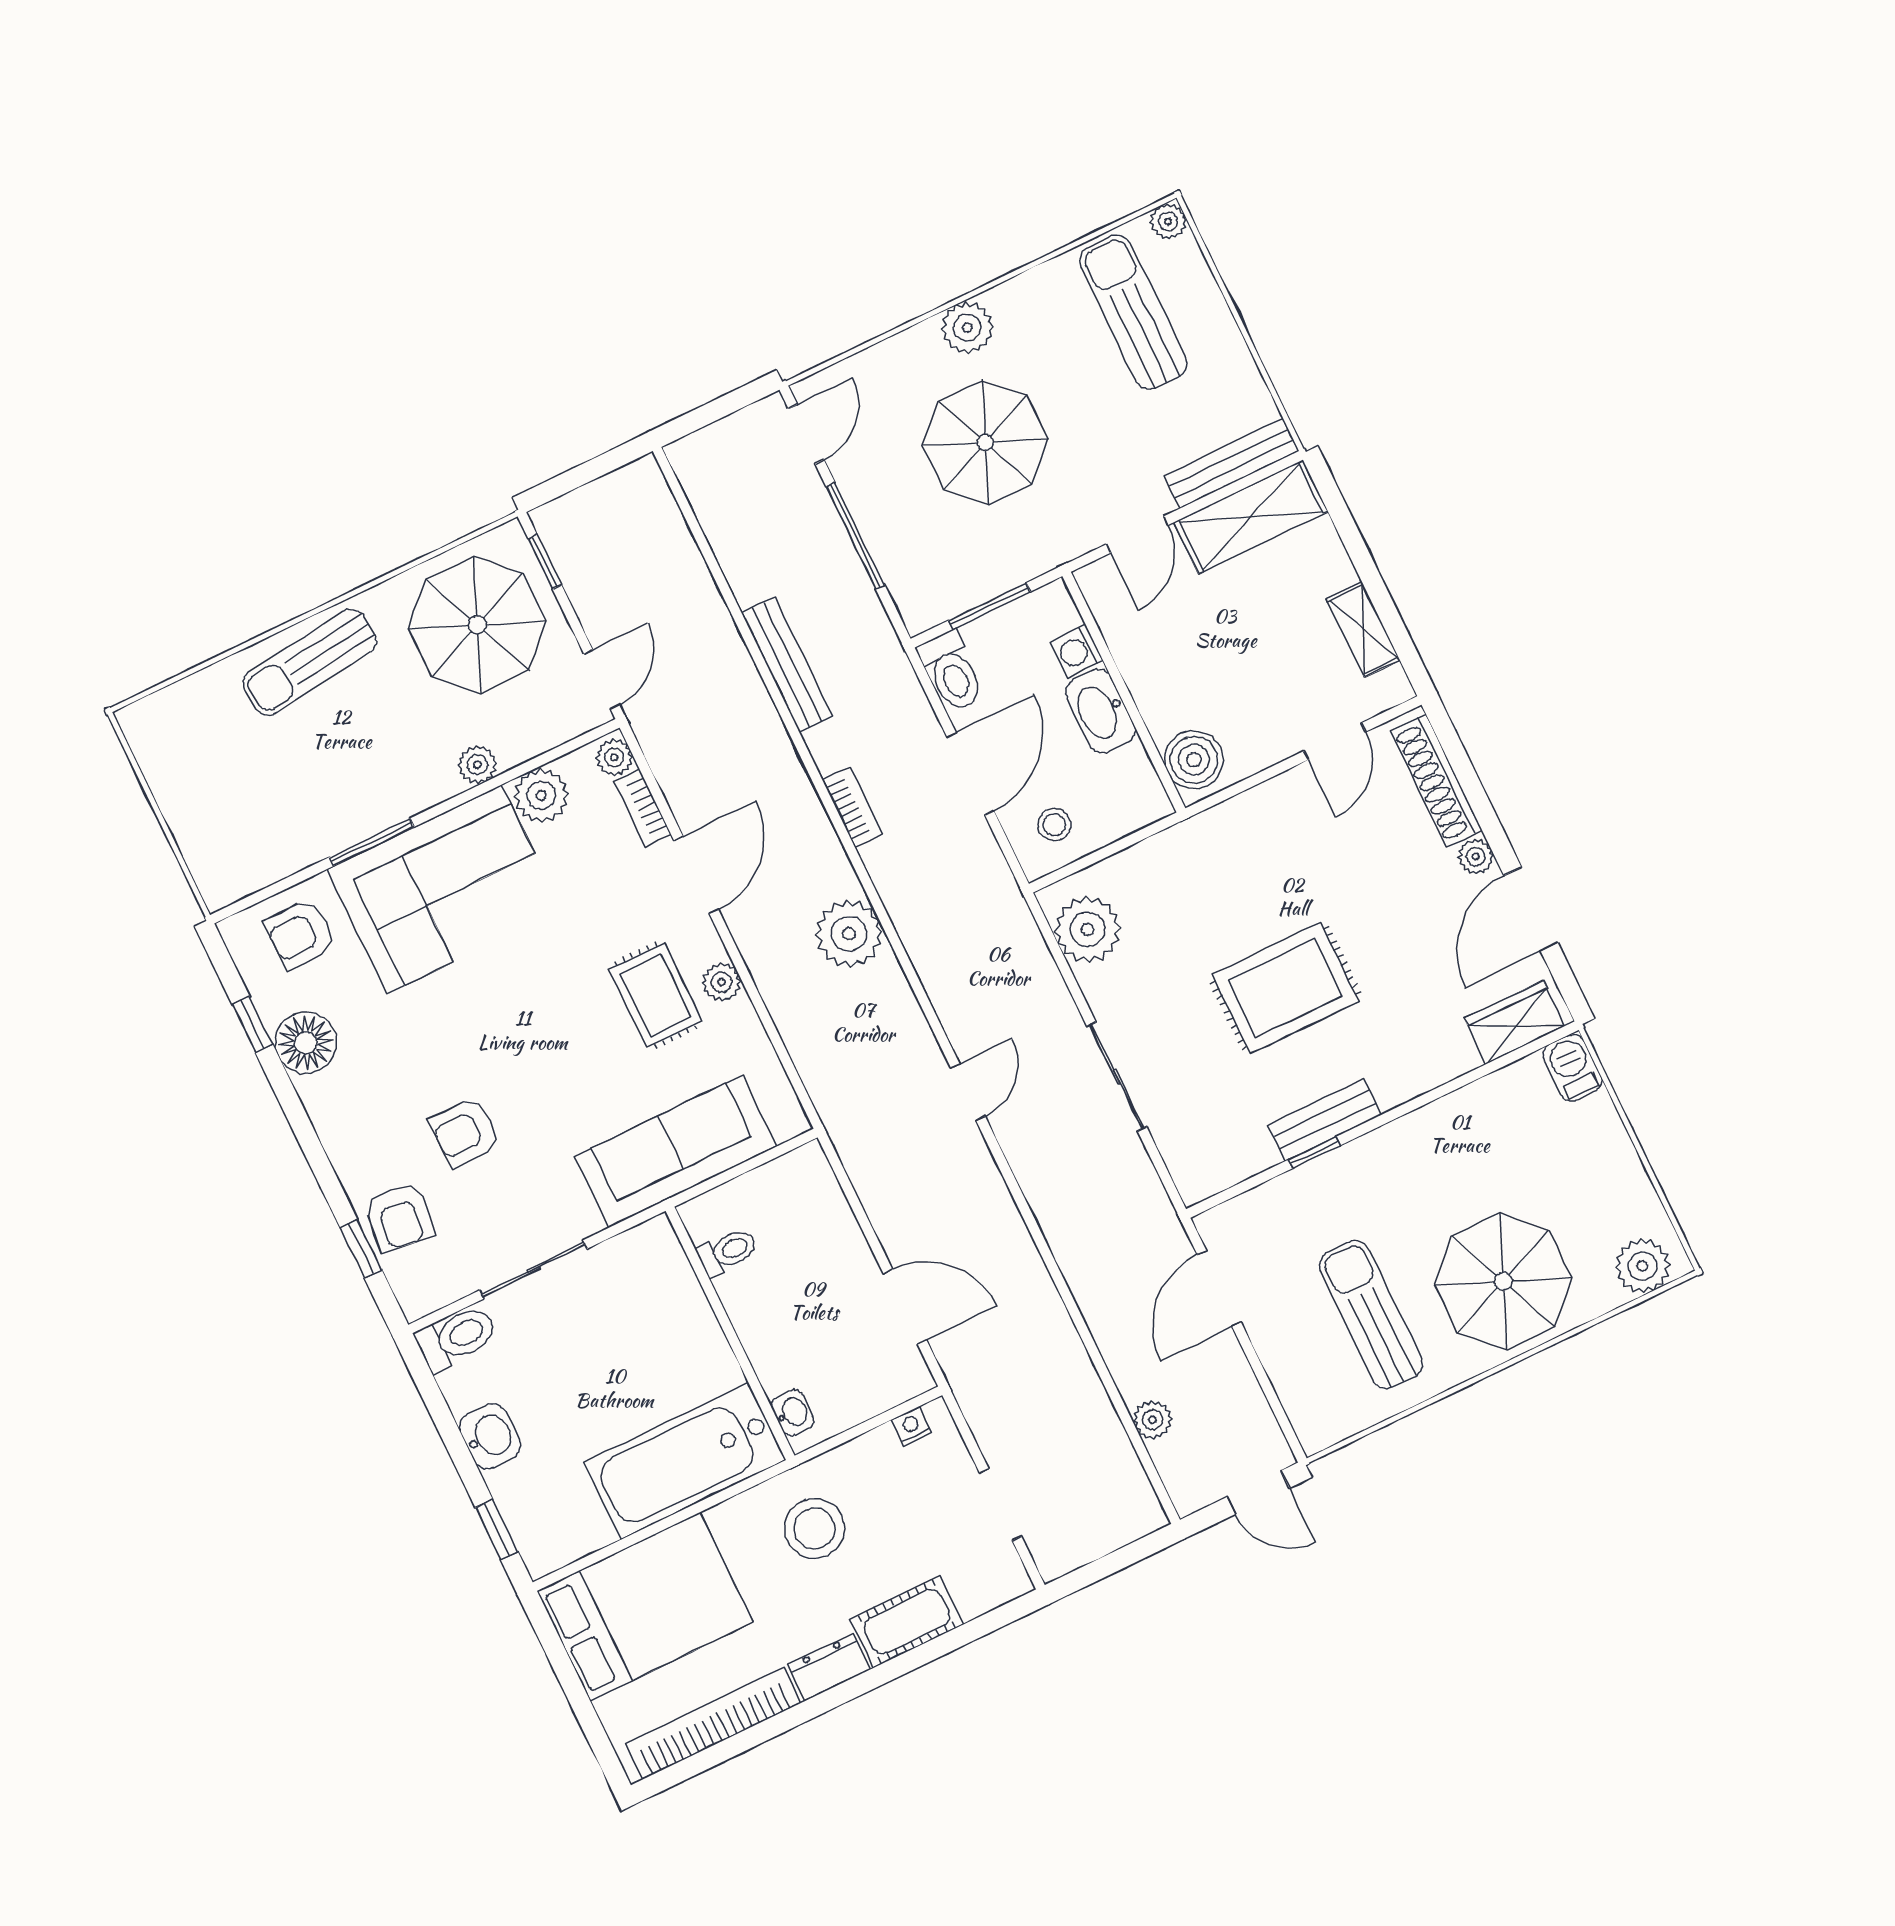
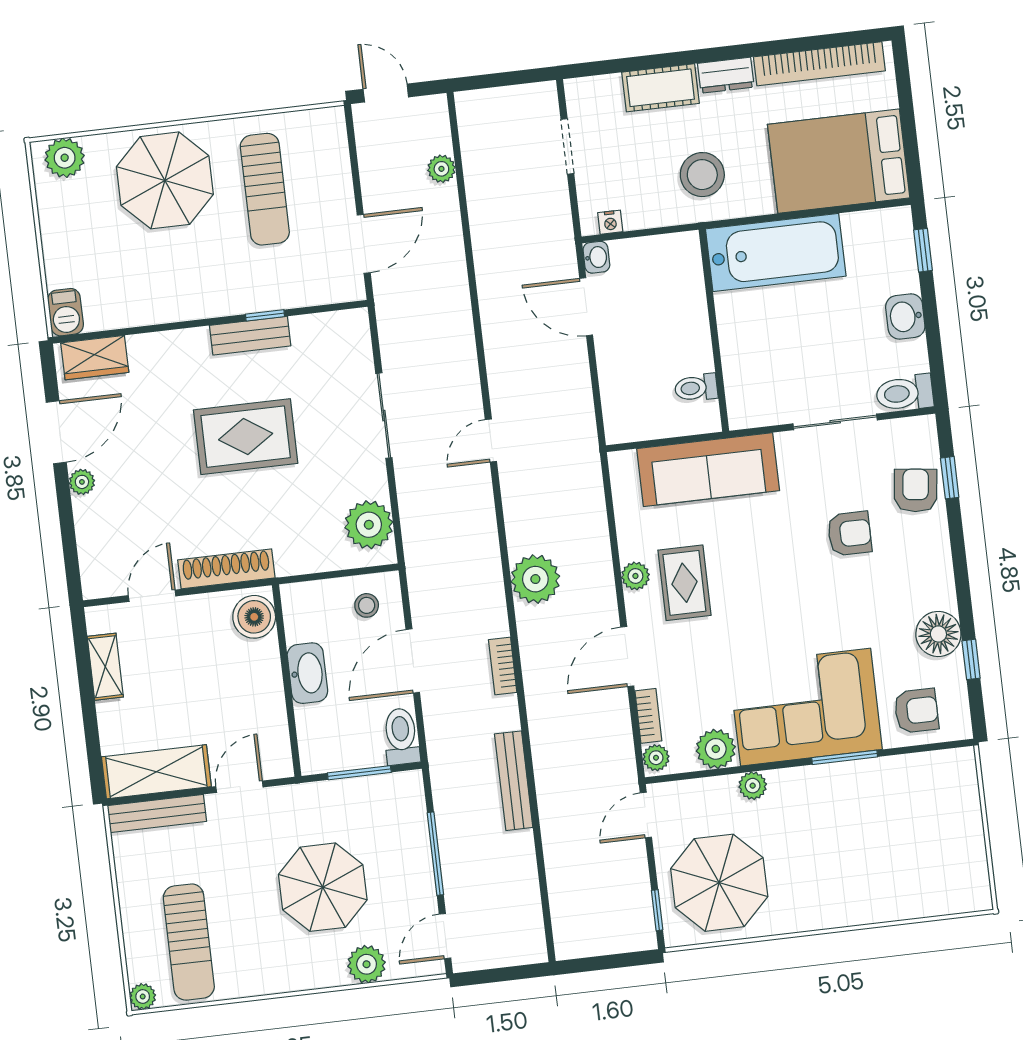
plant: (967, 328) -> (367, 964), moved
washing machine: (1077, 651) -> (310, 720), removed
sun lounger: (310, 662) -> (844, 897), removed
shoe rack: (1436, 781) -> (226, 569), moved, turned -90
washbasin: (793, 1413) -> (596, 257), moved, turned 180

